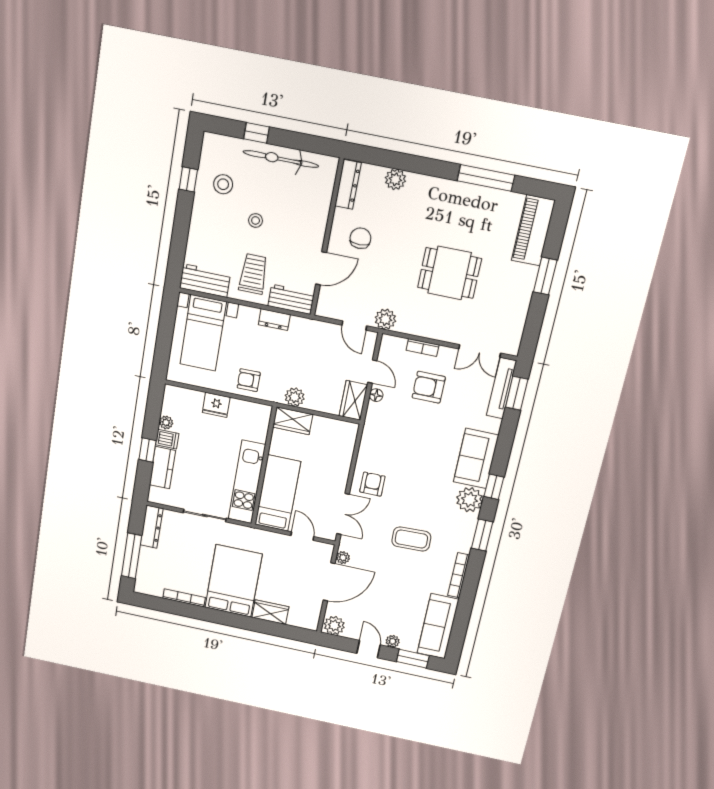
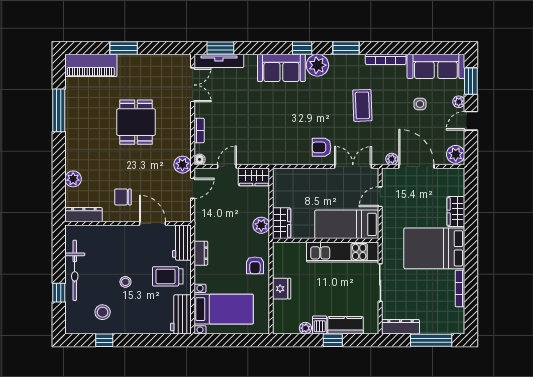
armchair: (429, 387) -> (230, 119), removed
floor lamp: (376, 395) -> (200, 159), moved
side table: (399, 601) -> (420, 104), added

